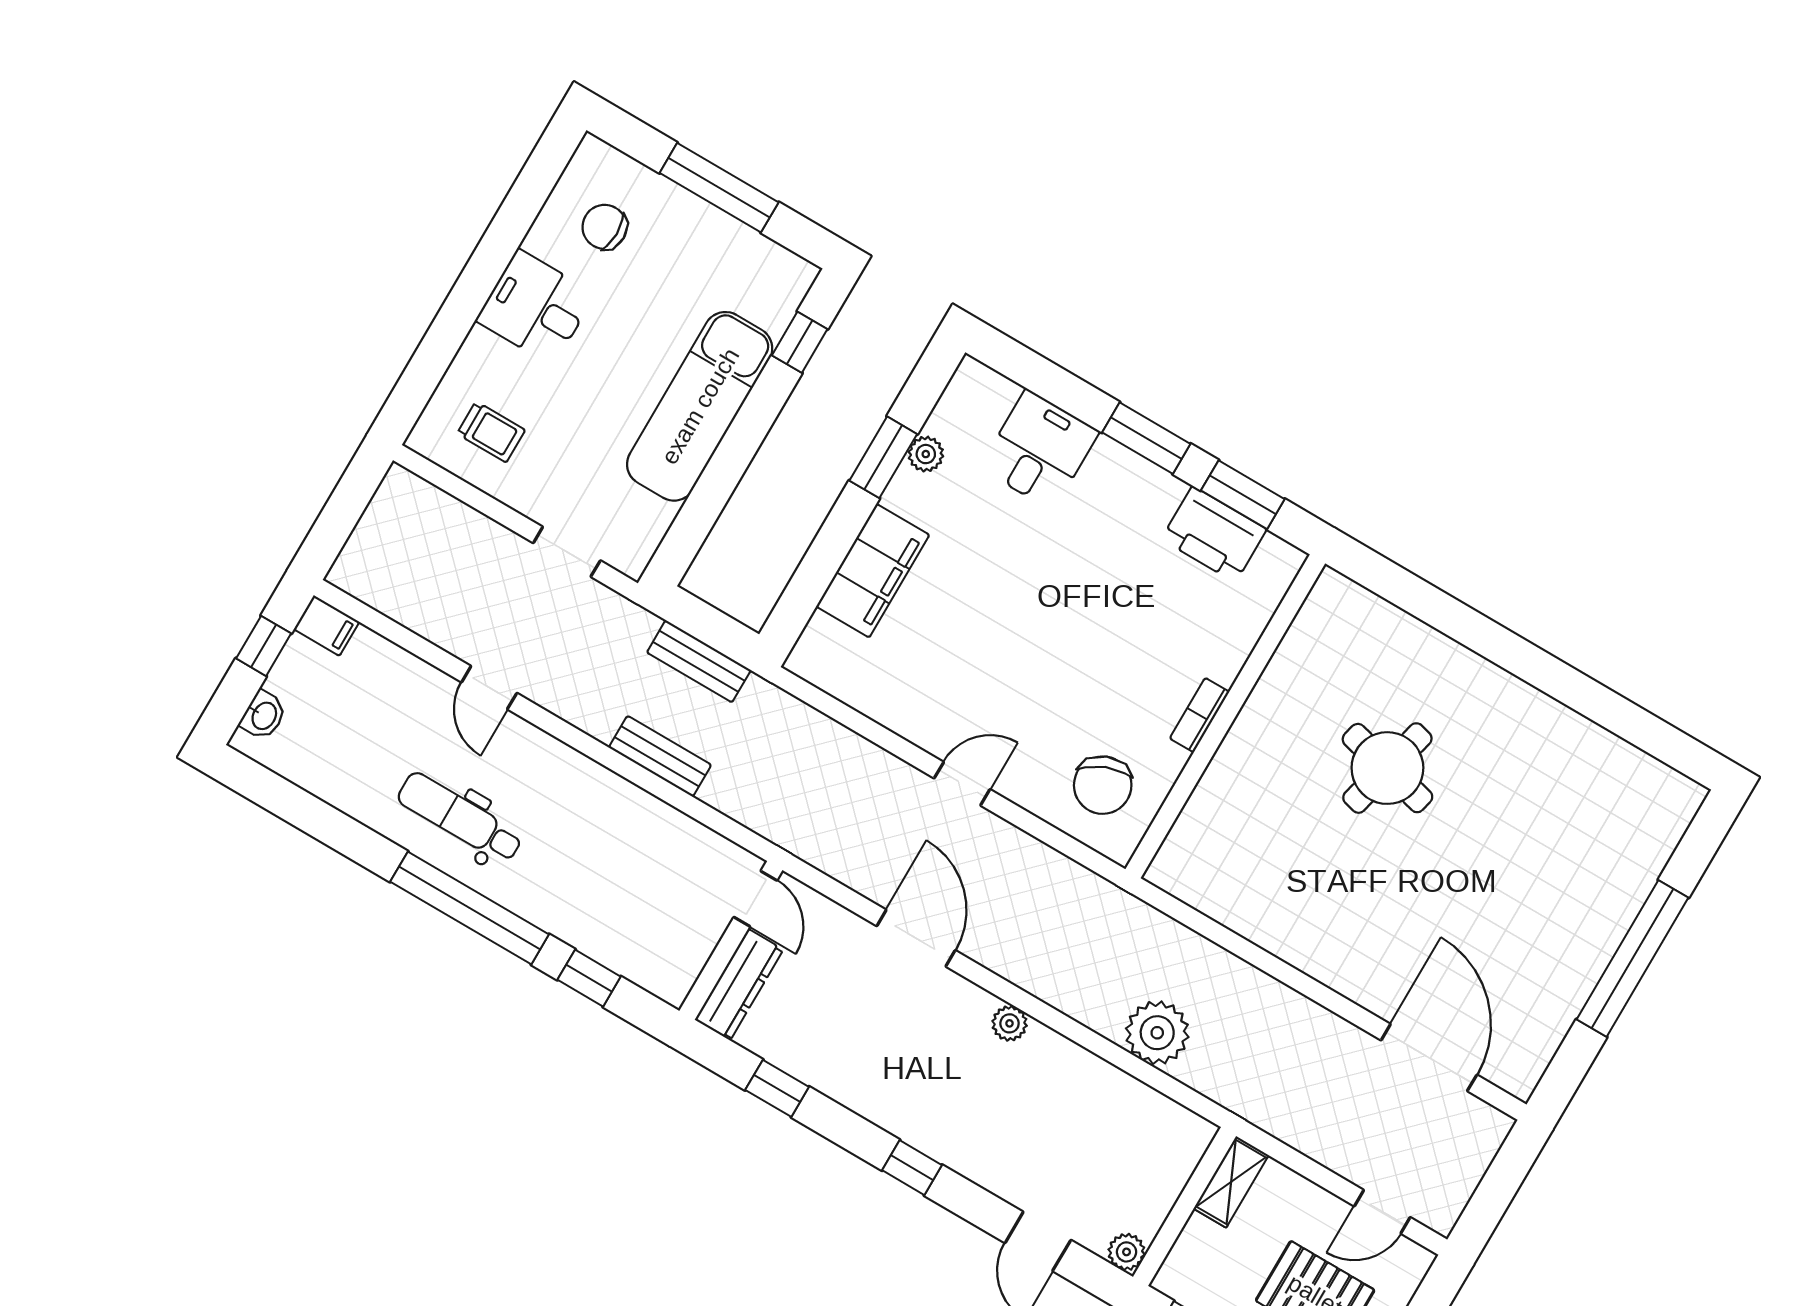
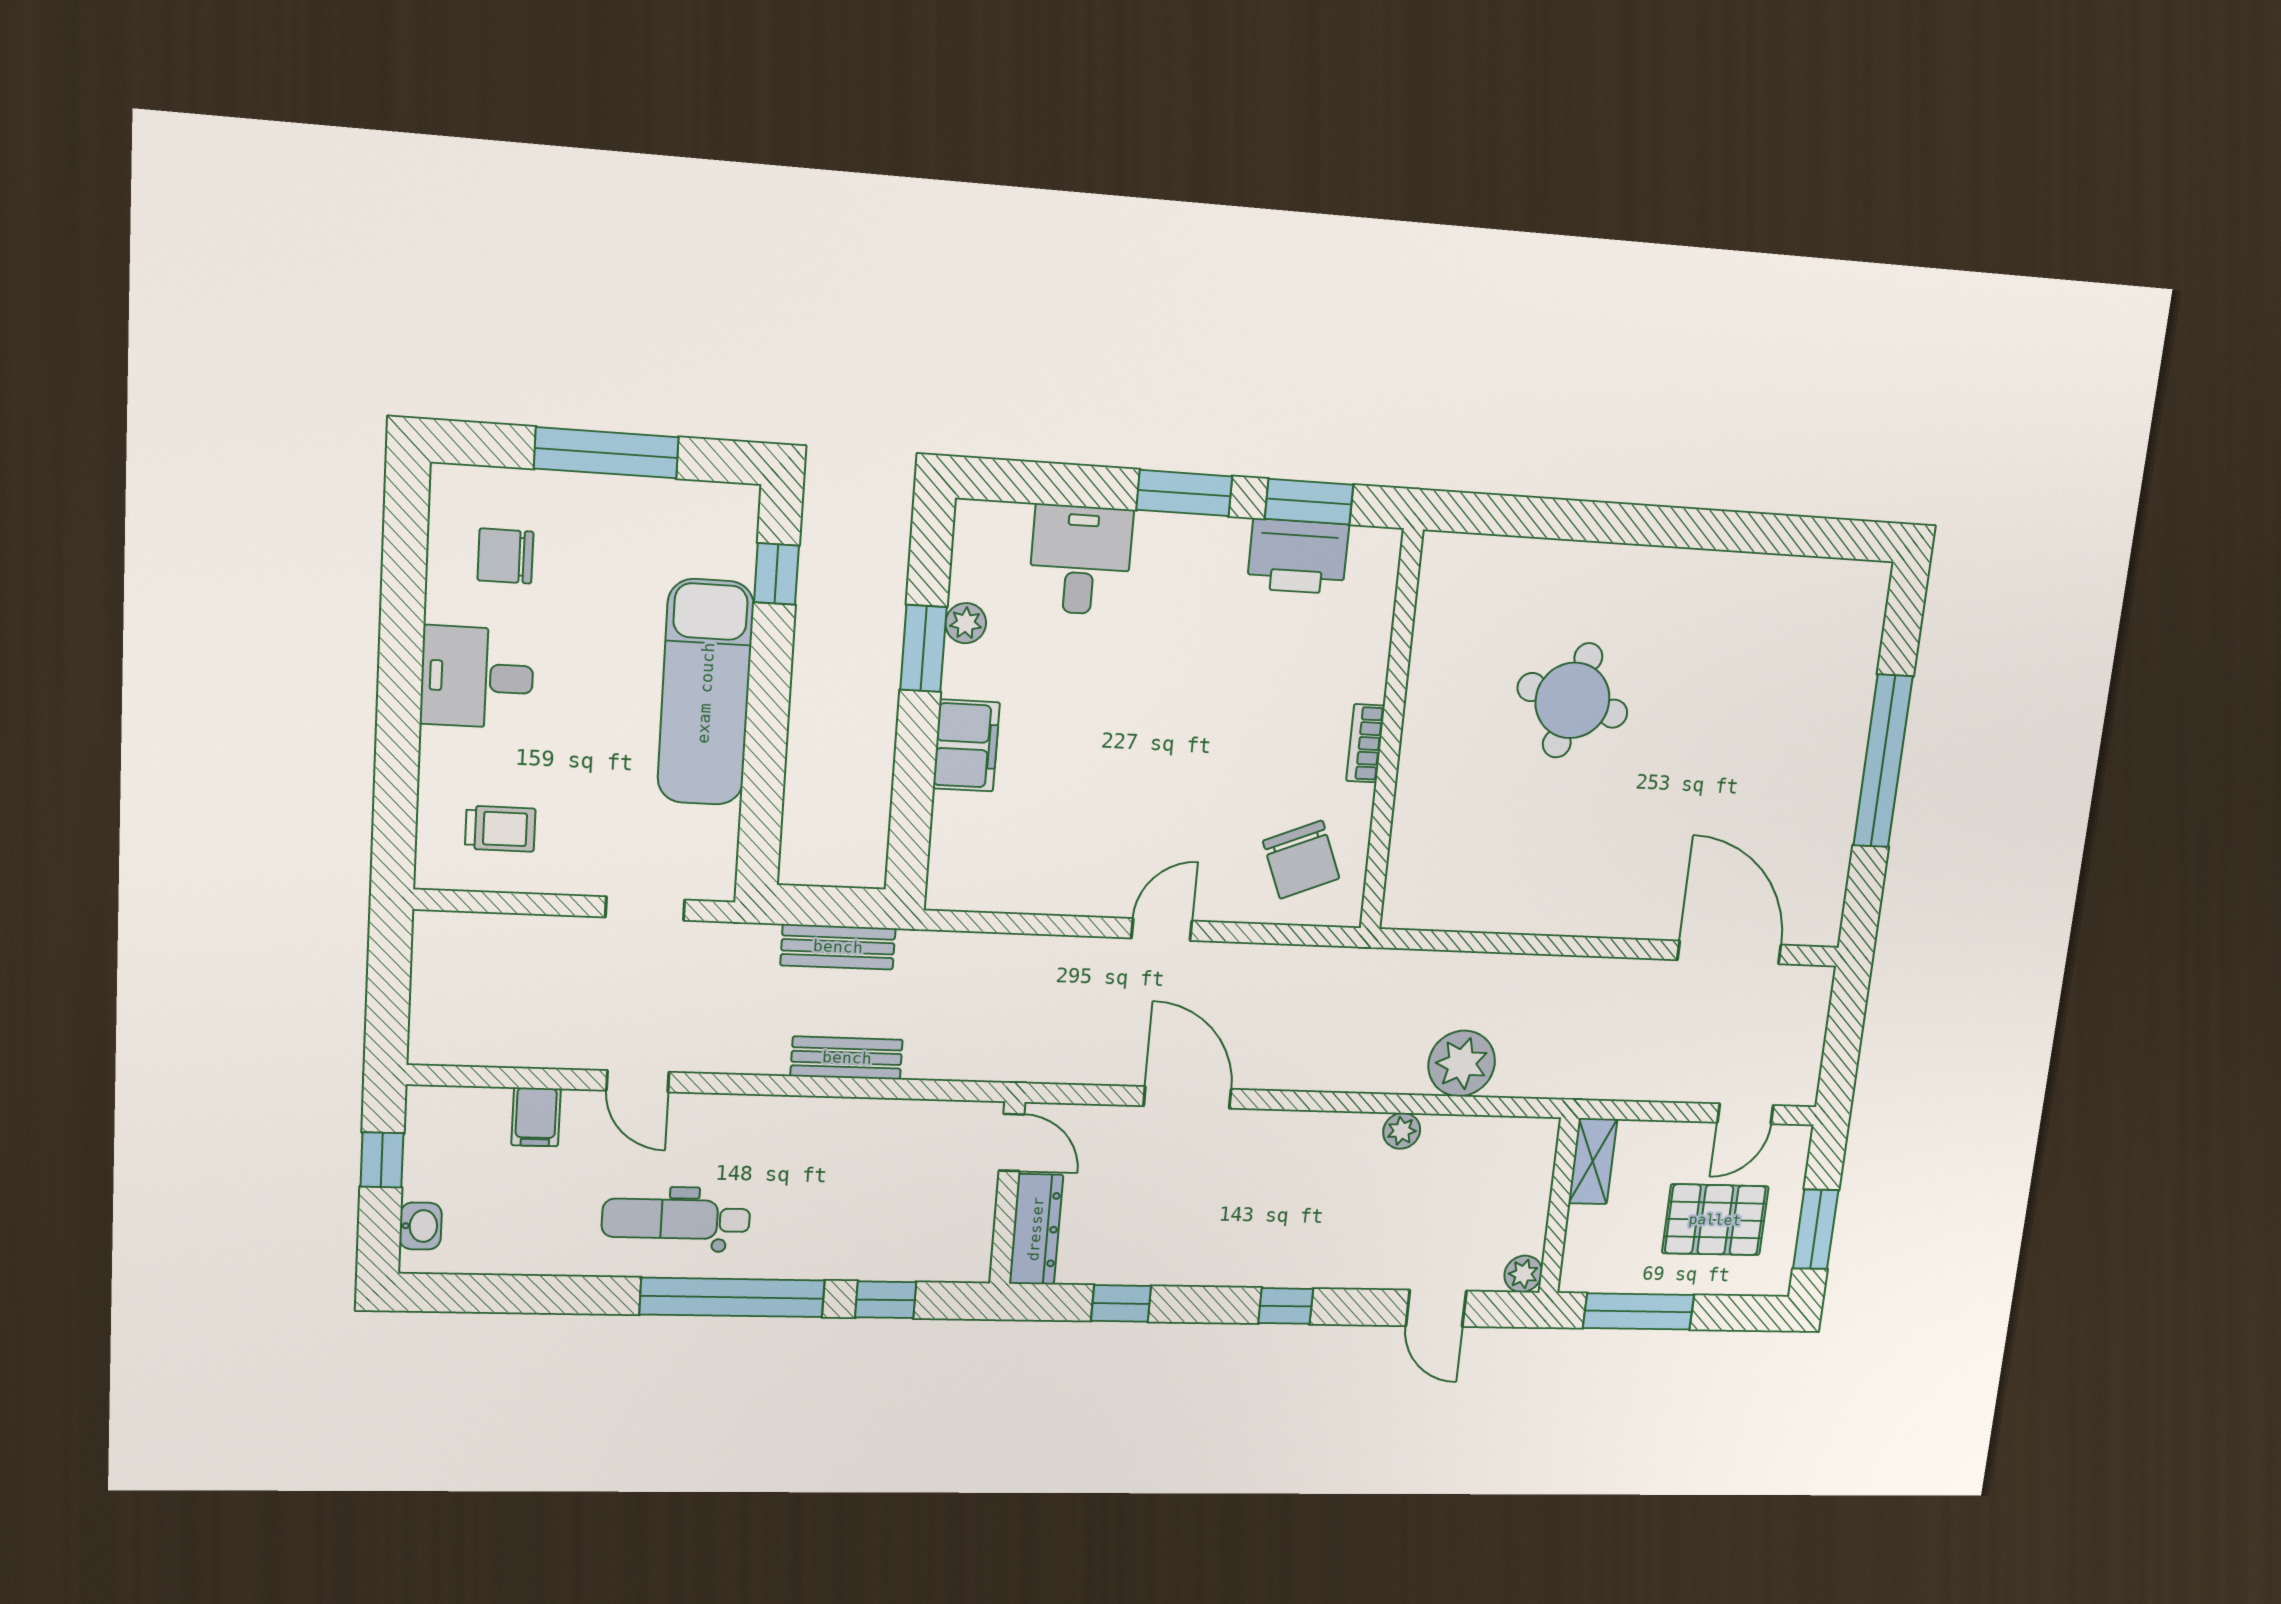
filing cabinet: (873, 571) -> (966, 745), width x0.67, depth x0.86
filing cabinet: (327, 626) -> (536, 1117), moved, turned 90
plant: (1010, 1023) -> (1402, 1131), moved

